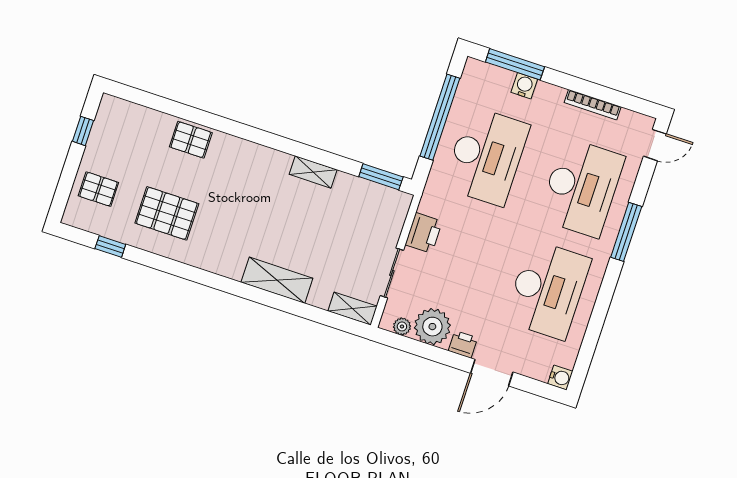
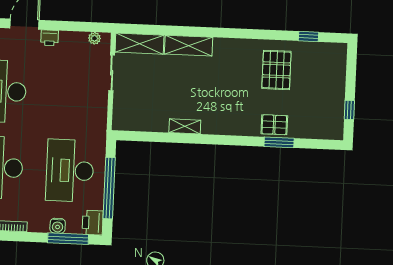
window: (381, 177) -> (279, 142), moved
pallet: (98, 189) -> (328, 73), removed
pallet: (167, 213) -> (276, 70), turned 90
printer: (424, 233) -> (93, 223), moved
shelving: (353, 309) -> (139, 44), width x1.50, depth x1.33
plant: (432, 327) -> (74, 44), removed

